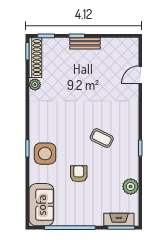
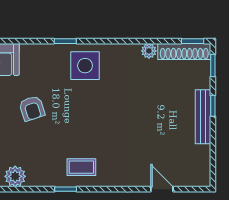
bench: (85, 43) -> (203, 117), width x1.36
coffee table: (102, 138) -> (81, 167), moved, turned 64
side table: (45, 154) -> (85, 66), moved
armchair: (79, 174) -> (32, 108), turned 72

